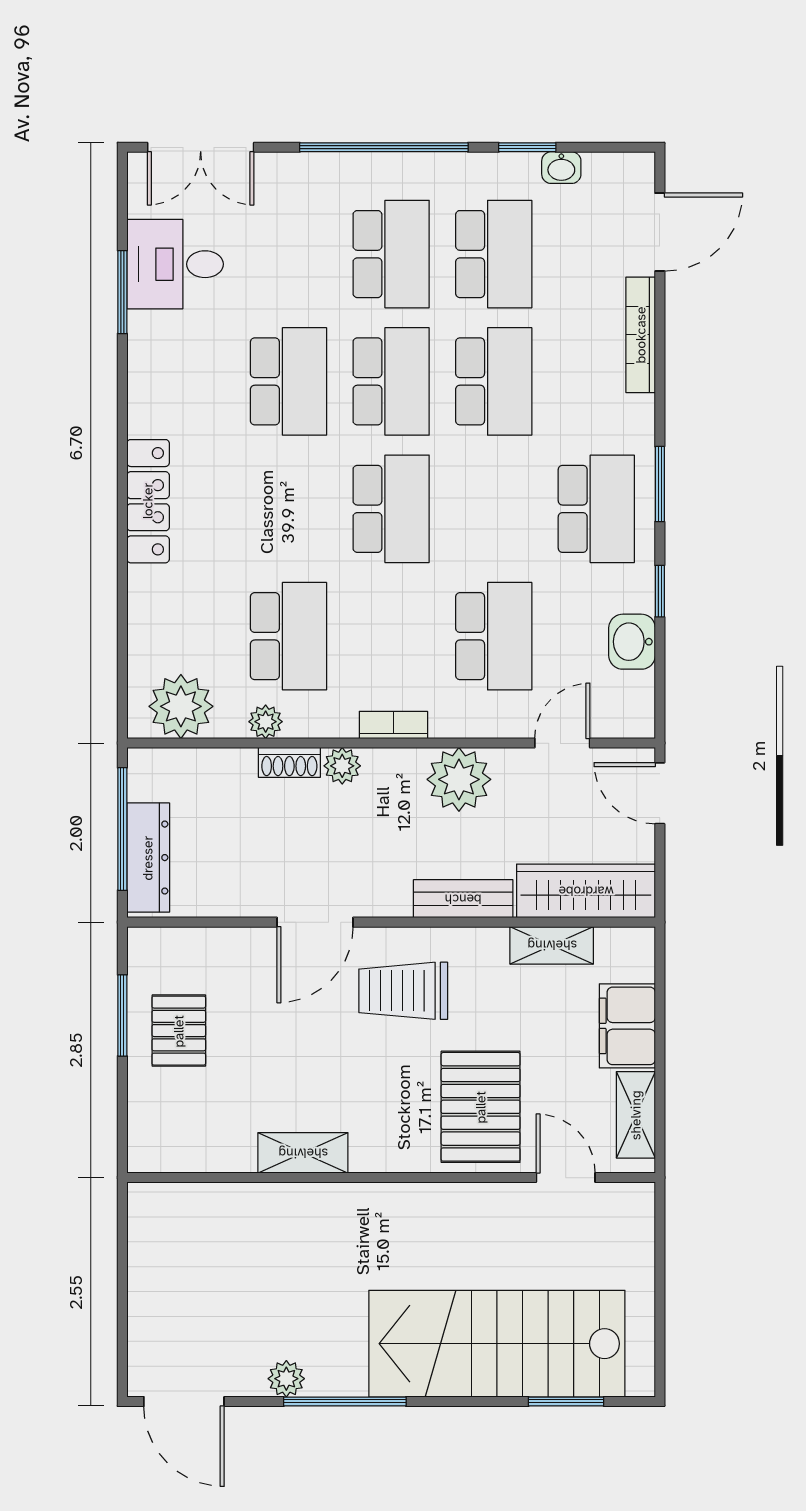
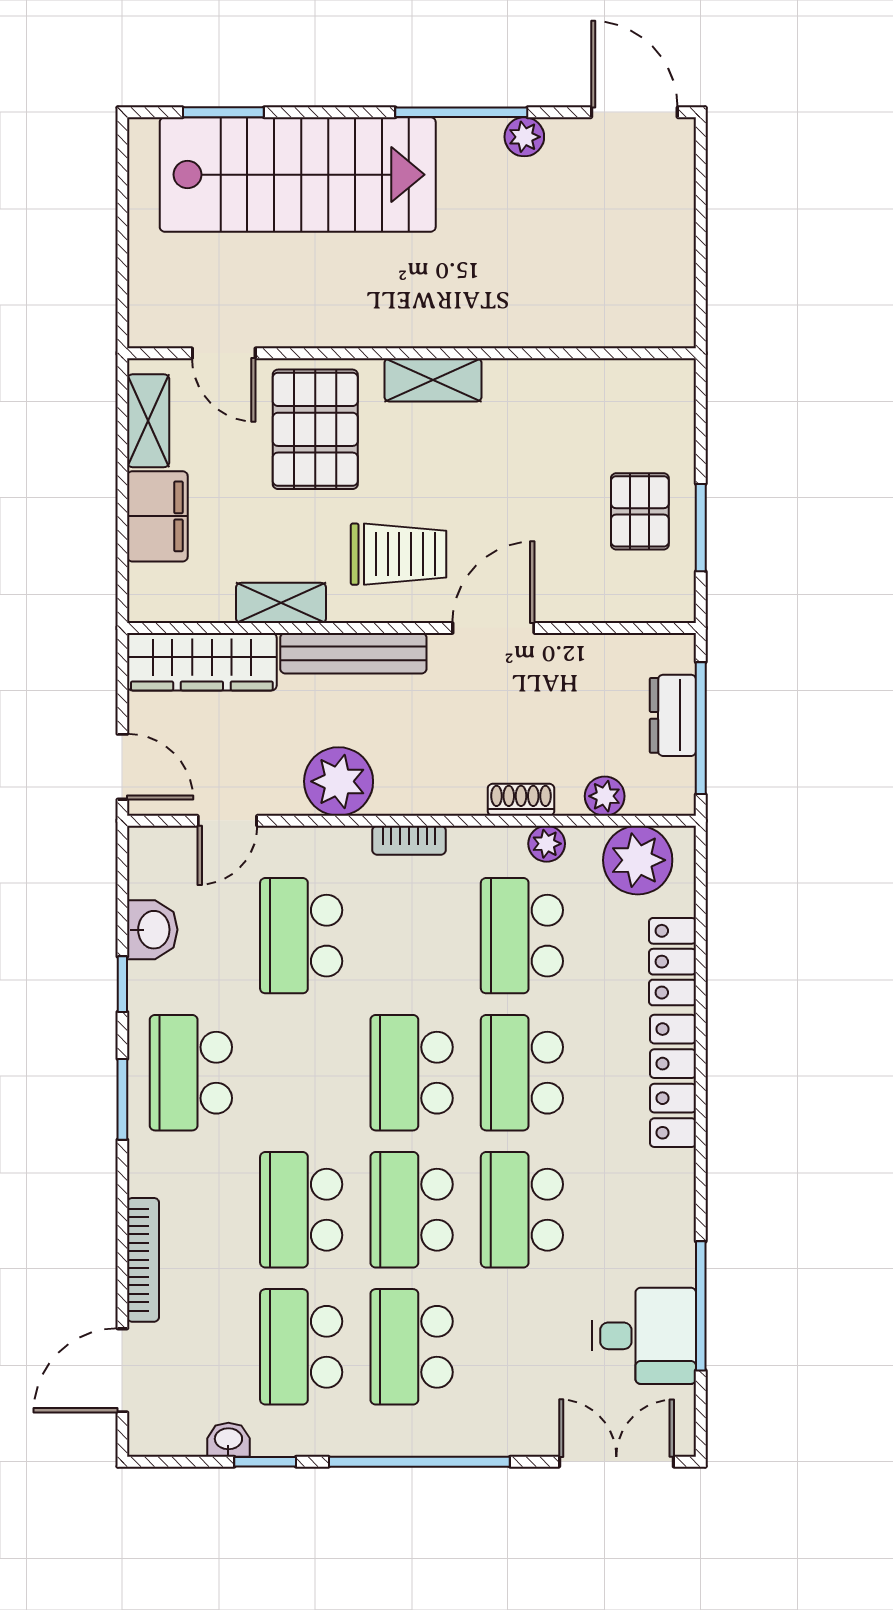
window: (122, 292) -> (701, 1306), width x1.44
school desk: (288, 509) -> (522, 1073), added
locker: (149, 612) -> (673, 962), added
plant: (342, 766) -> (605, 796), moved
dresser: (148, 858) -> (673, 715), width x0.70
bench: (463, 899) -> (353, 653), width x1.36
shelving: (552, 945) -> (281, 603), moved
shelving: (303, 1153) -> (433, 380), moved

